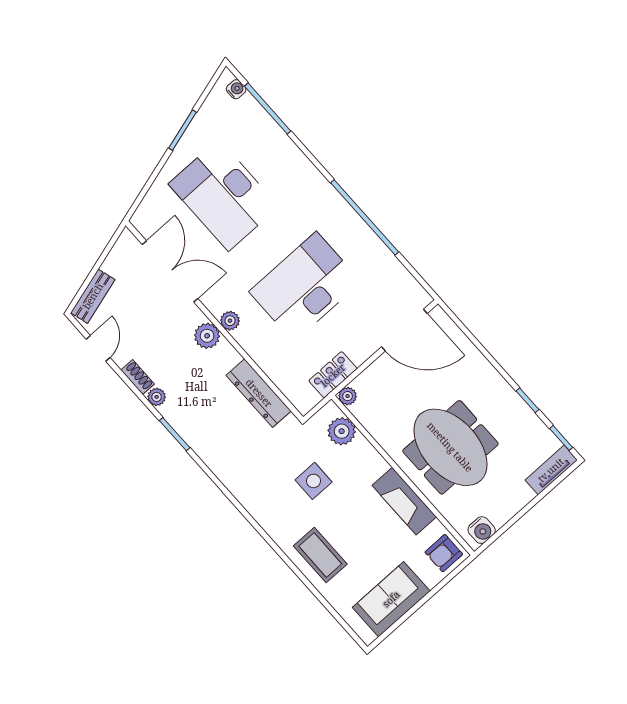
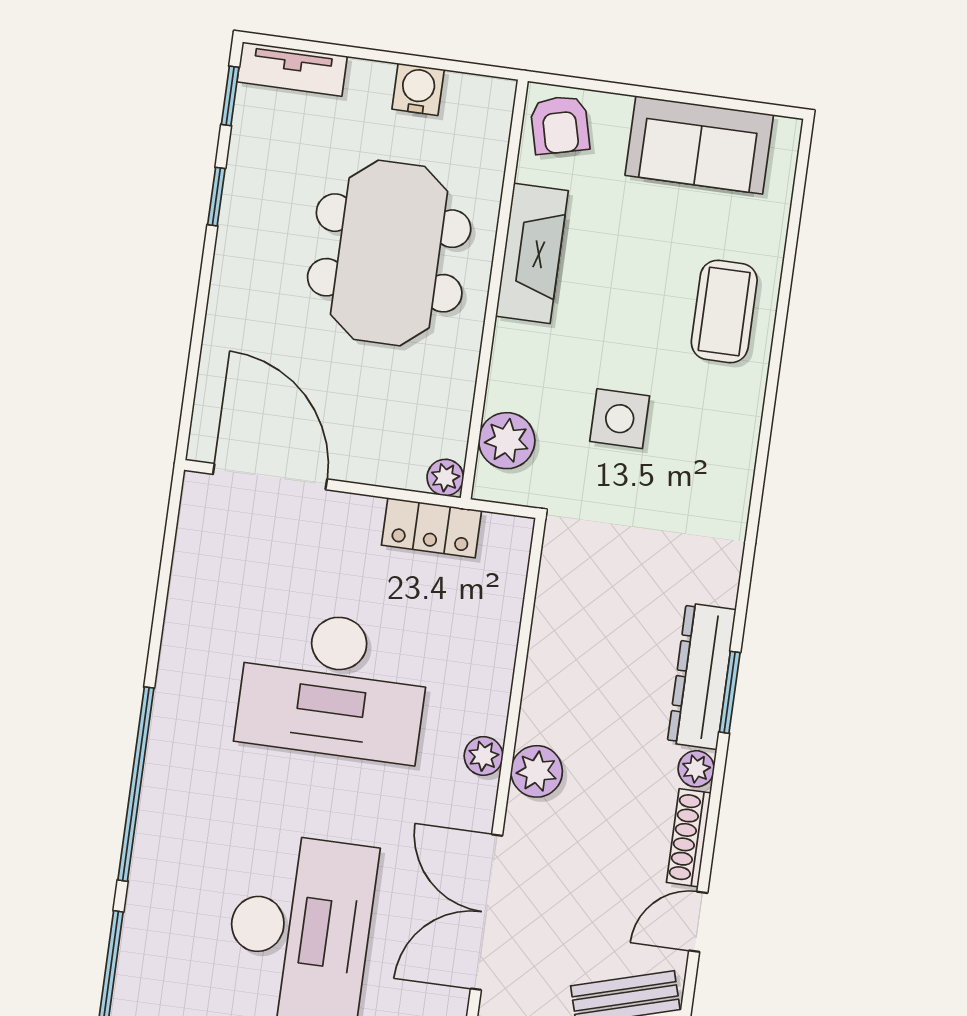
window: (365, 217) -> (136, 784), moved
shoe rack: (138, 377) -> (689, 838), width x1.43
dresser: (259, 393) -> (702, 676), moved, turned 180
water cooler: (482, 530) -> (418, 89), moved
armchair: (444, 553) -> (560, 125), turned 76

